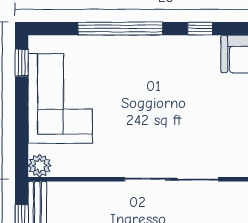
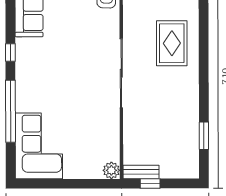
window: (22, 63) -> (36, 184), removed
corner sofa: (60, 98) -> (39, 146), moved, turned 90

